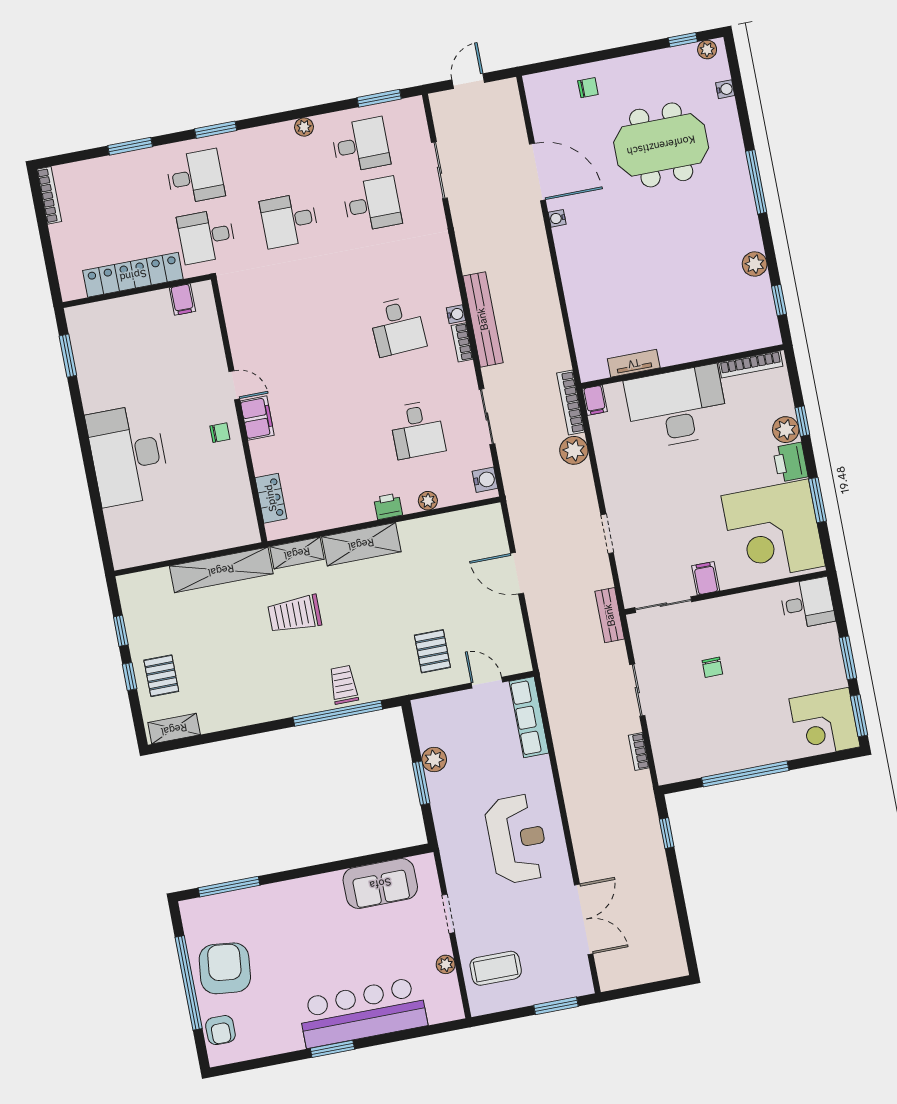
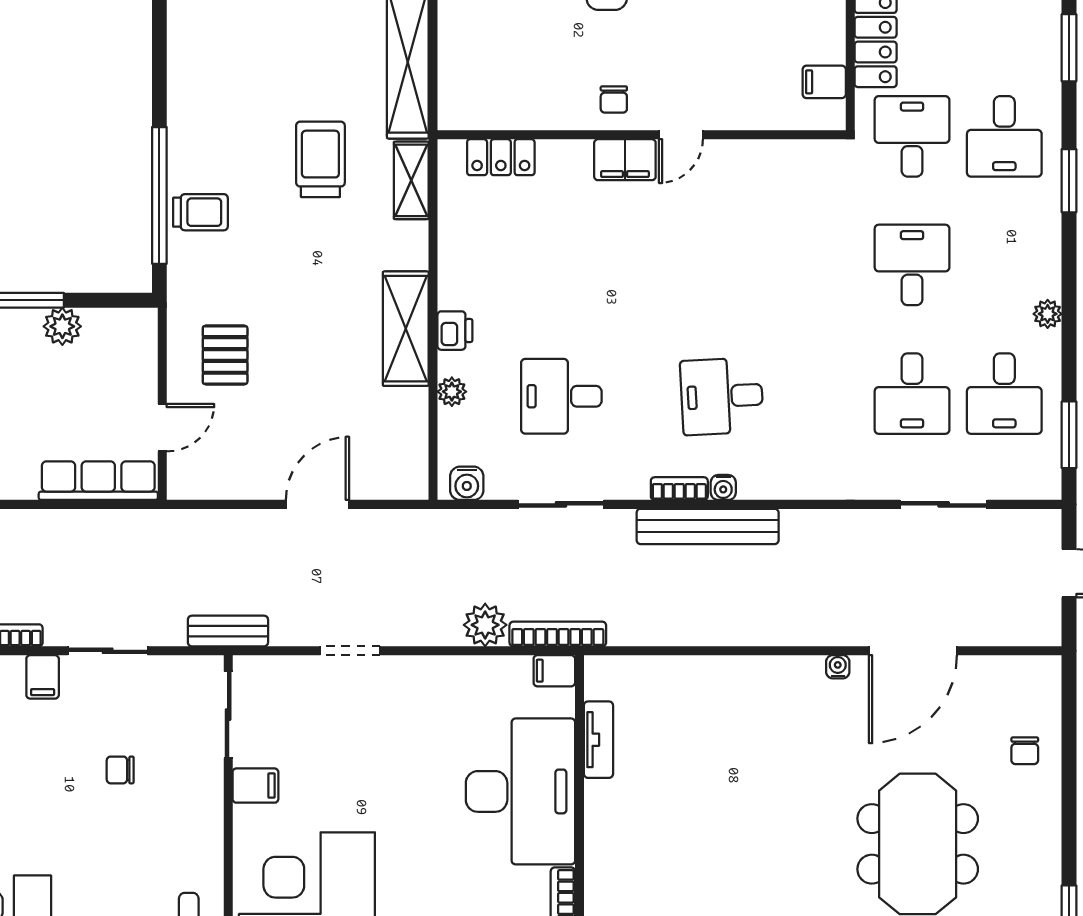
shelving: (361, 544) -> (406, 329), moved
pallet: (432, 651) -> (225, 355), turned 90
filing cabinet: (662, 729) -> (43, 677), added

